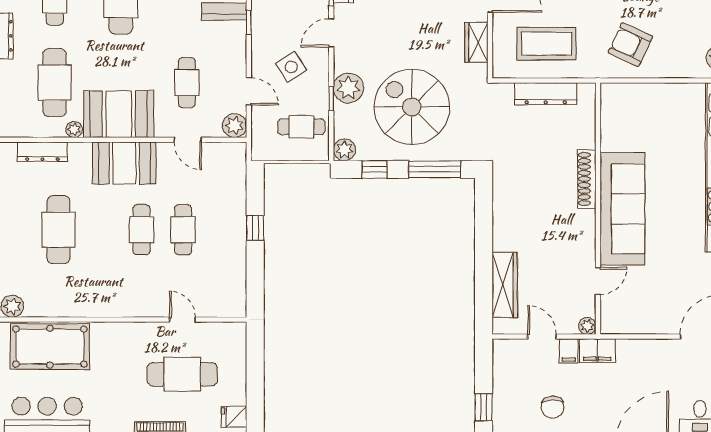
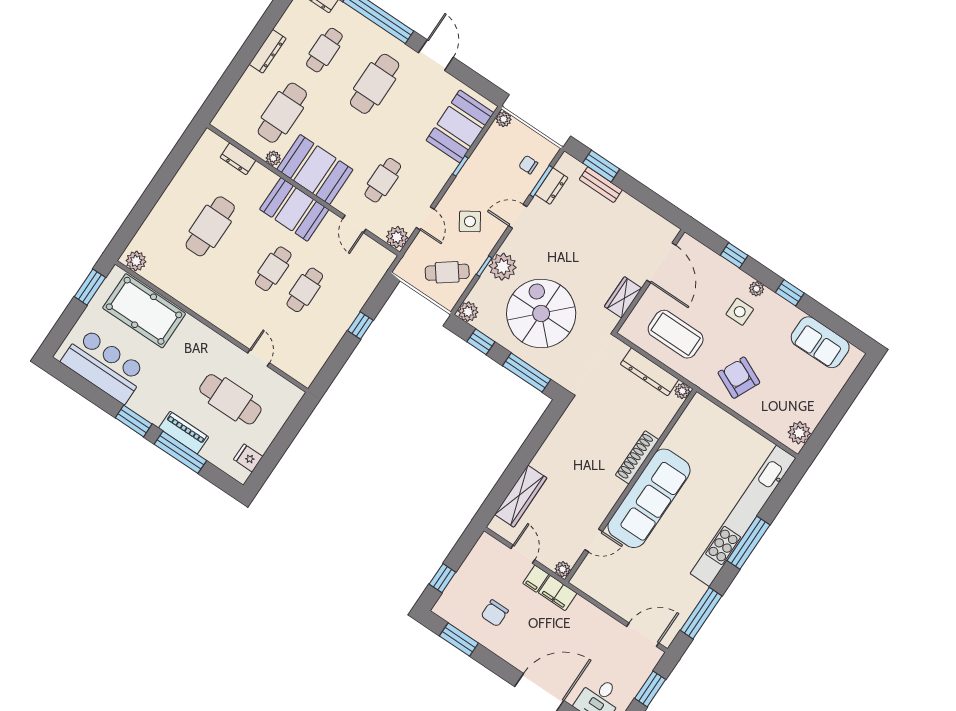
plant: (587, 91) -> (682, 391), added
cafe table: (301, 127) -> (447, 272), turned -37
dresser: (42, 152) -> (238, 159), width x0.70

